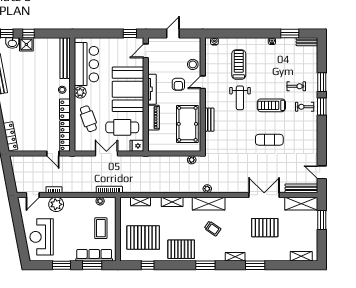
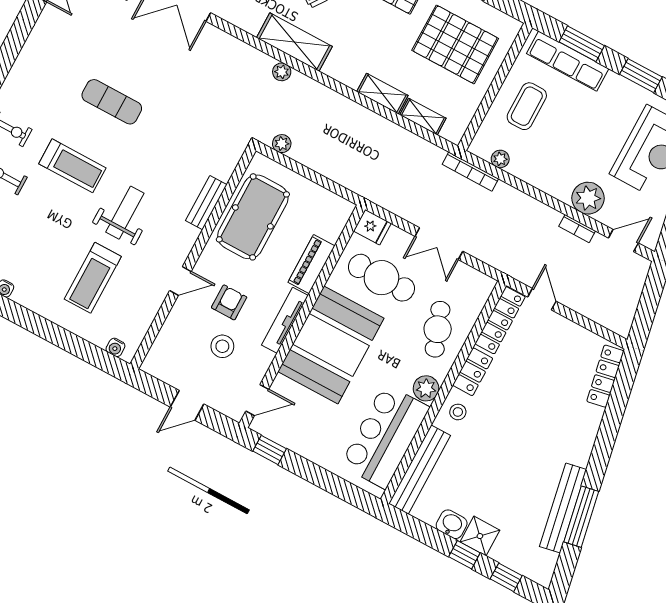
washbasin: (12, 43) -> (452, 524), moved
stool: (193, 64) -> (222, 346), moved
shelving: (172, 202) -> (382, 94), moved

